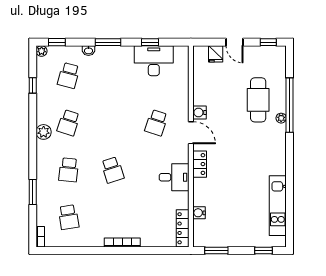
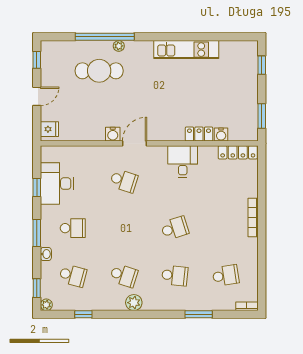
fridge: (216, 54) -> (49, 129), moved
school desk: (112, 75) -> (73, 228), added
locker: (200, 164) -> (199, 134), moved
kitchen unit: (278, 206) -> (186, 50), moved

